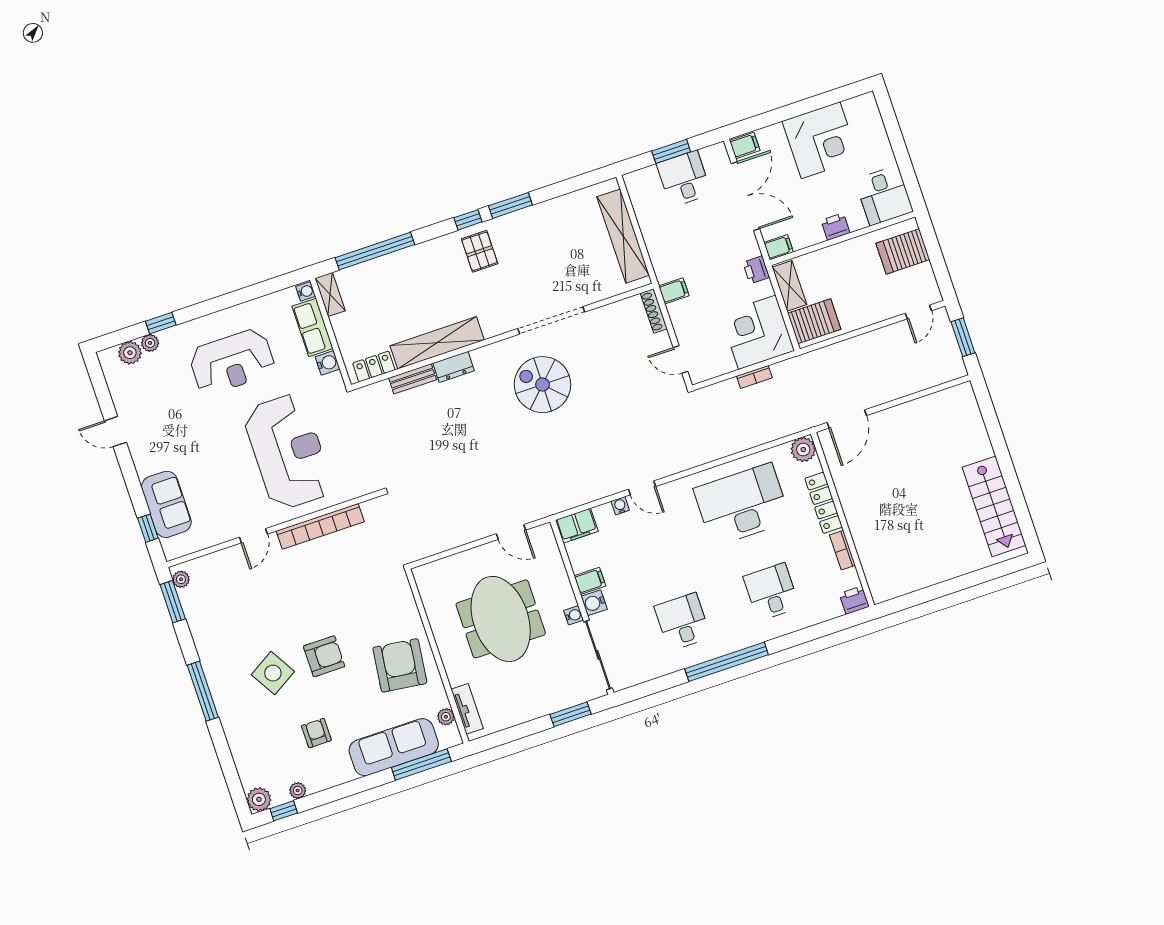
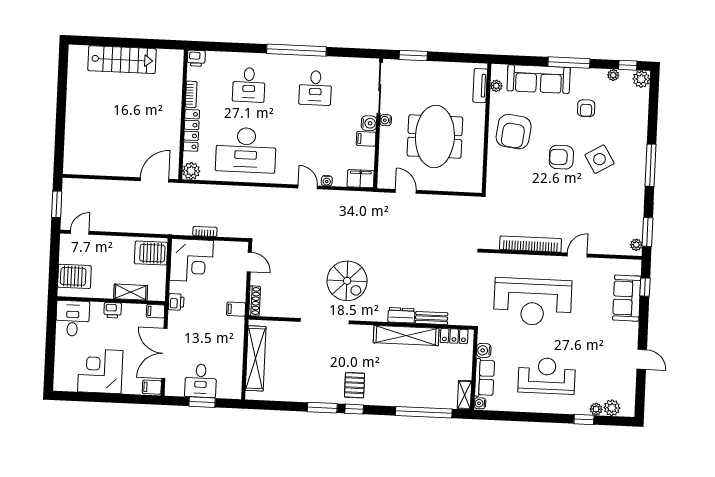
shelving: (789, 286) -> (131, 292), moved, turned 90
reception desk: (288, 452) -> (533, 302), turned -90
stairs: (994, 506) -> (122, 60), moved, turned 90
window: (421, 764) -> (569, 63), moved

